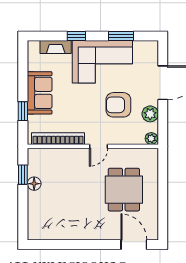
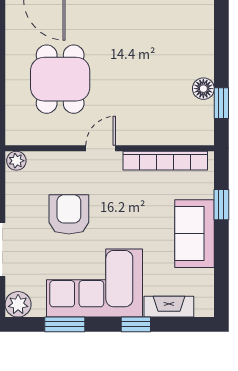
armchair: (118, 105) -> (69, 214), turned -90
plant: (150, 114) -> (18, 304), moved

